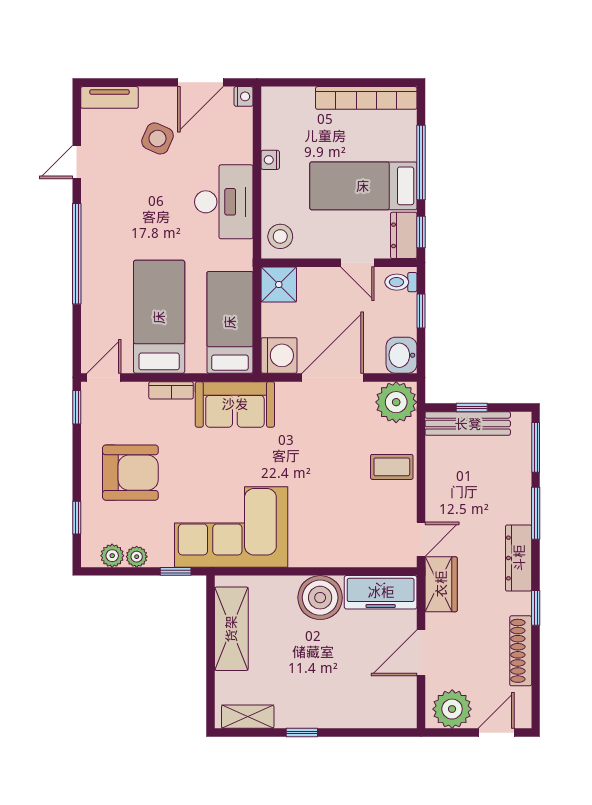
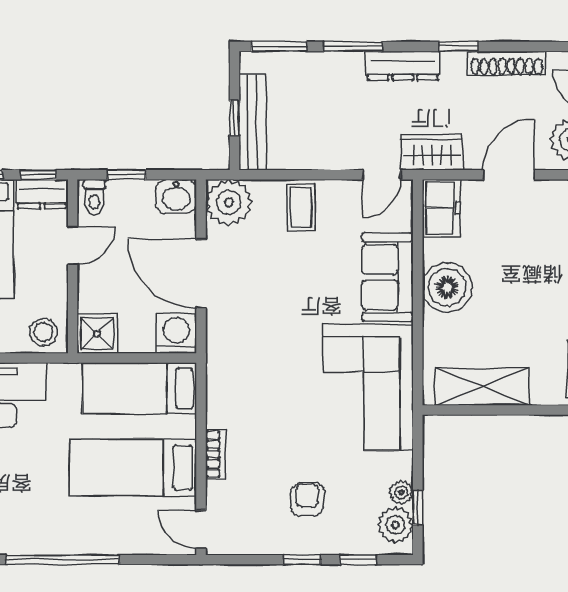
sofa: (235, 404) -> (388, 277), moved, turned 180
window: (77, 407) -> (302, 560), moved
armchair: (130, 473) -> (307, 500), width x0.53, depth x0.53
door: (421, 539) -> (382, 175), swing flipped
plant: (112, 556) -> (395, 525), width x1.38, depth x1.38
window: (176, 571) -> (418, 508), moved
freezer: (381, 592) -> (441, 208), width x0.71
door: (421, 653) -> (509, 175), swing flipped

